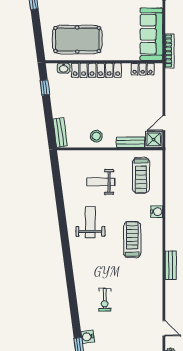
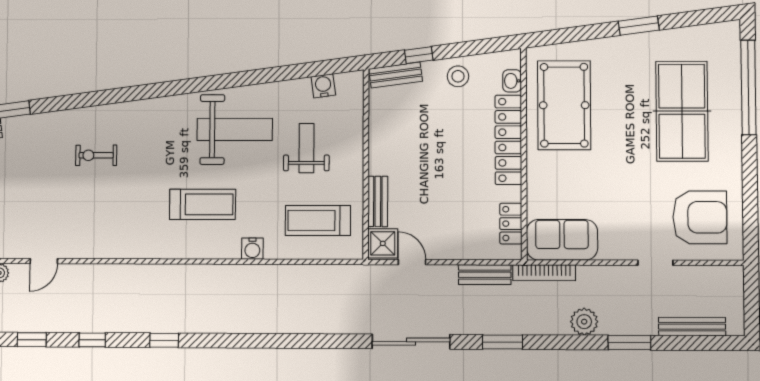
sofa: (151, 34) -> (562, 240), width x0.73
window: (45, 87) -> (419, 55), moved
stool: (96, 136) -> (458, 76), moved
weight bench: (90, 222) -> (235, 129), width x1.36, depth x1.33
bench: (171, 265) -> (485, 275), moved
water cooler: (88, 337) -> (323, 86), moved

